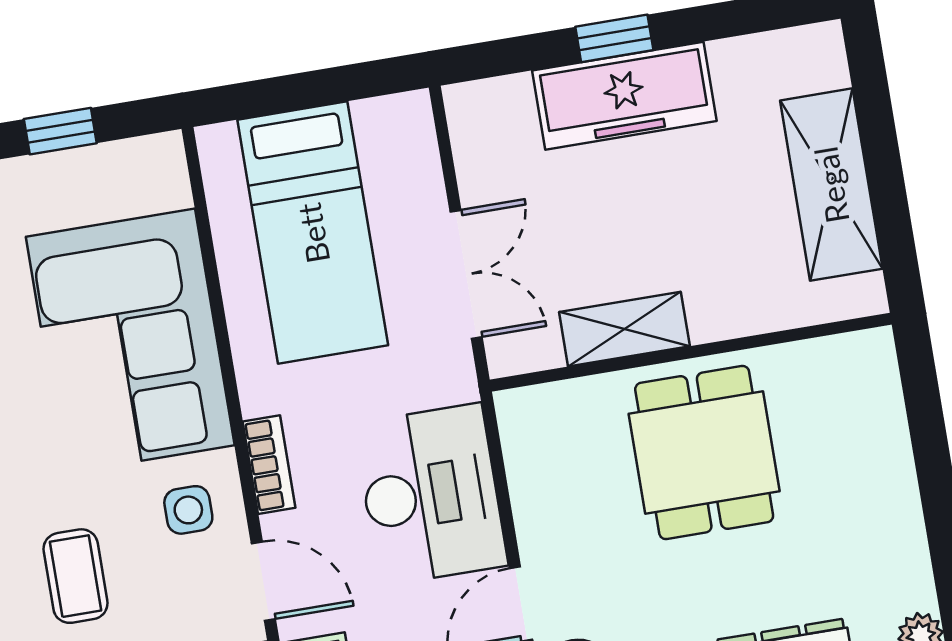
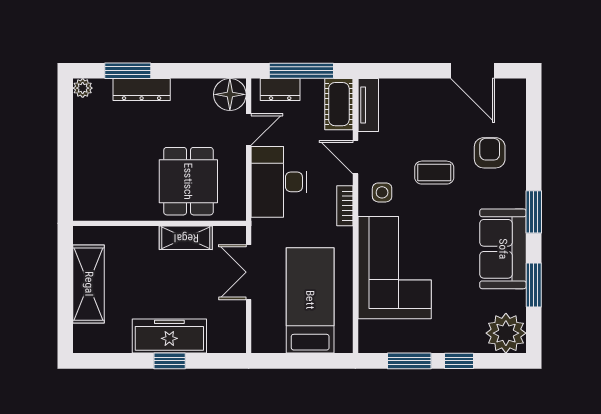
window: (60, 131) -> (409, 361), width x1.50
dining table: (704, 453) -> (188, 181), moved
coffee table: (76, 576) -> (434, 173), turned 90

